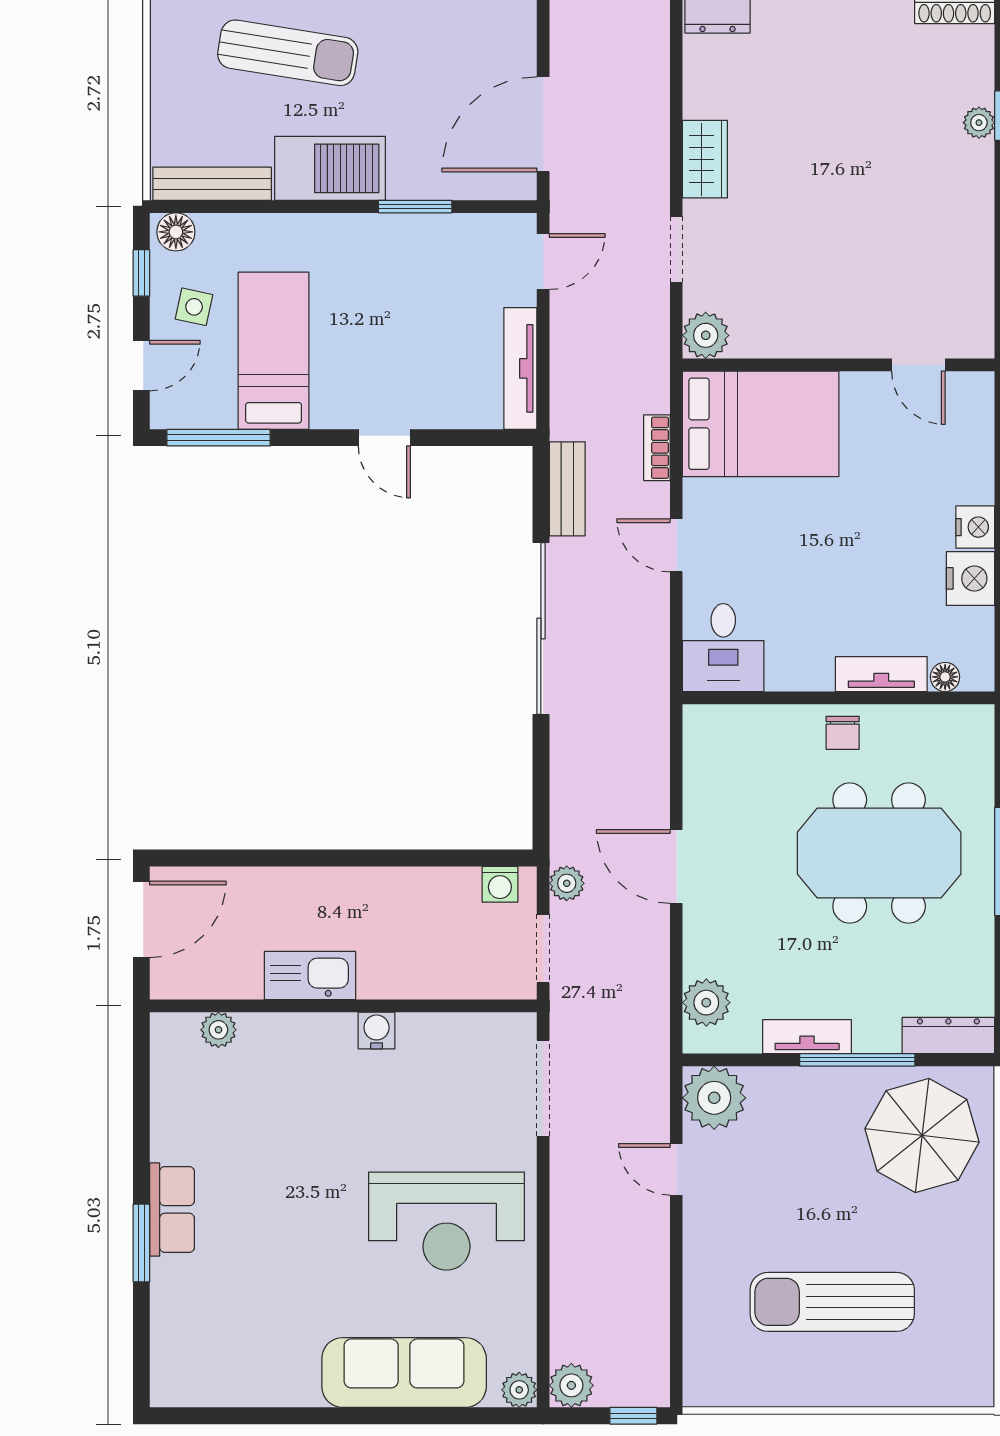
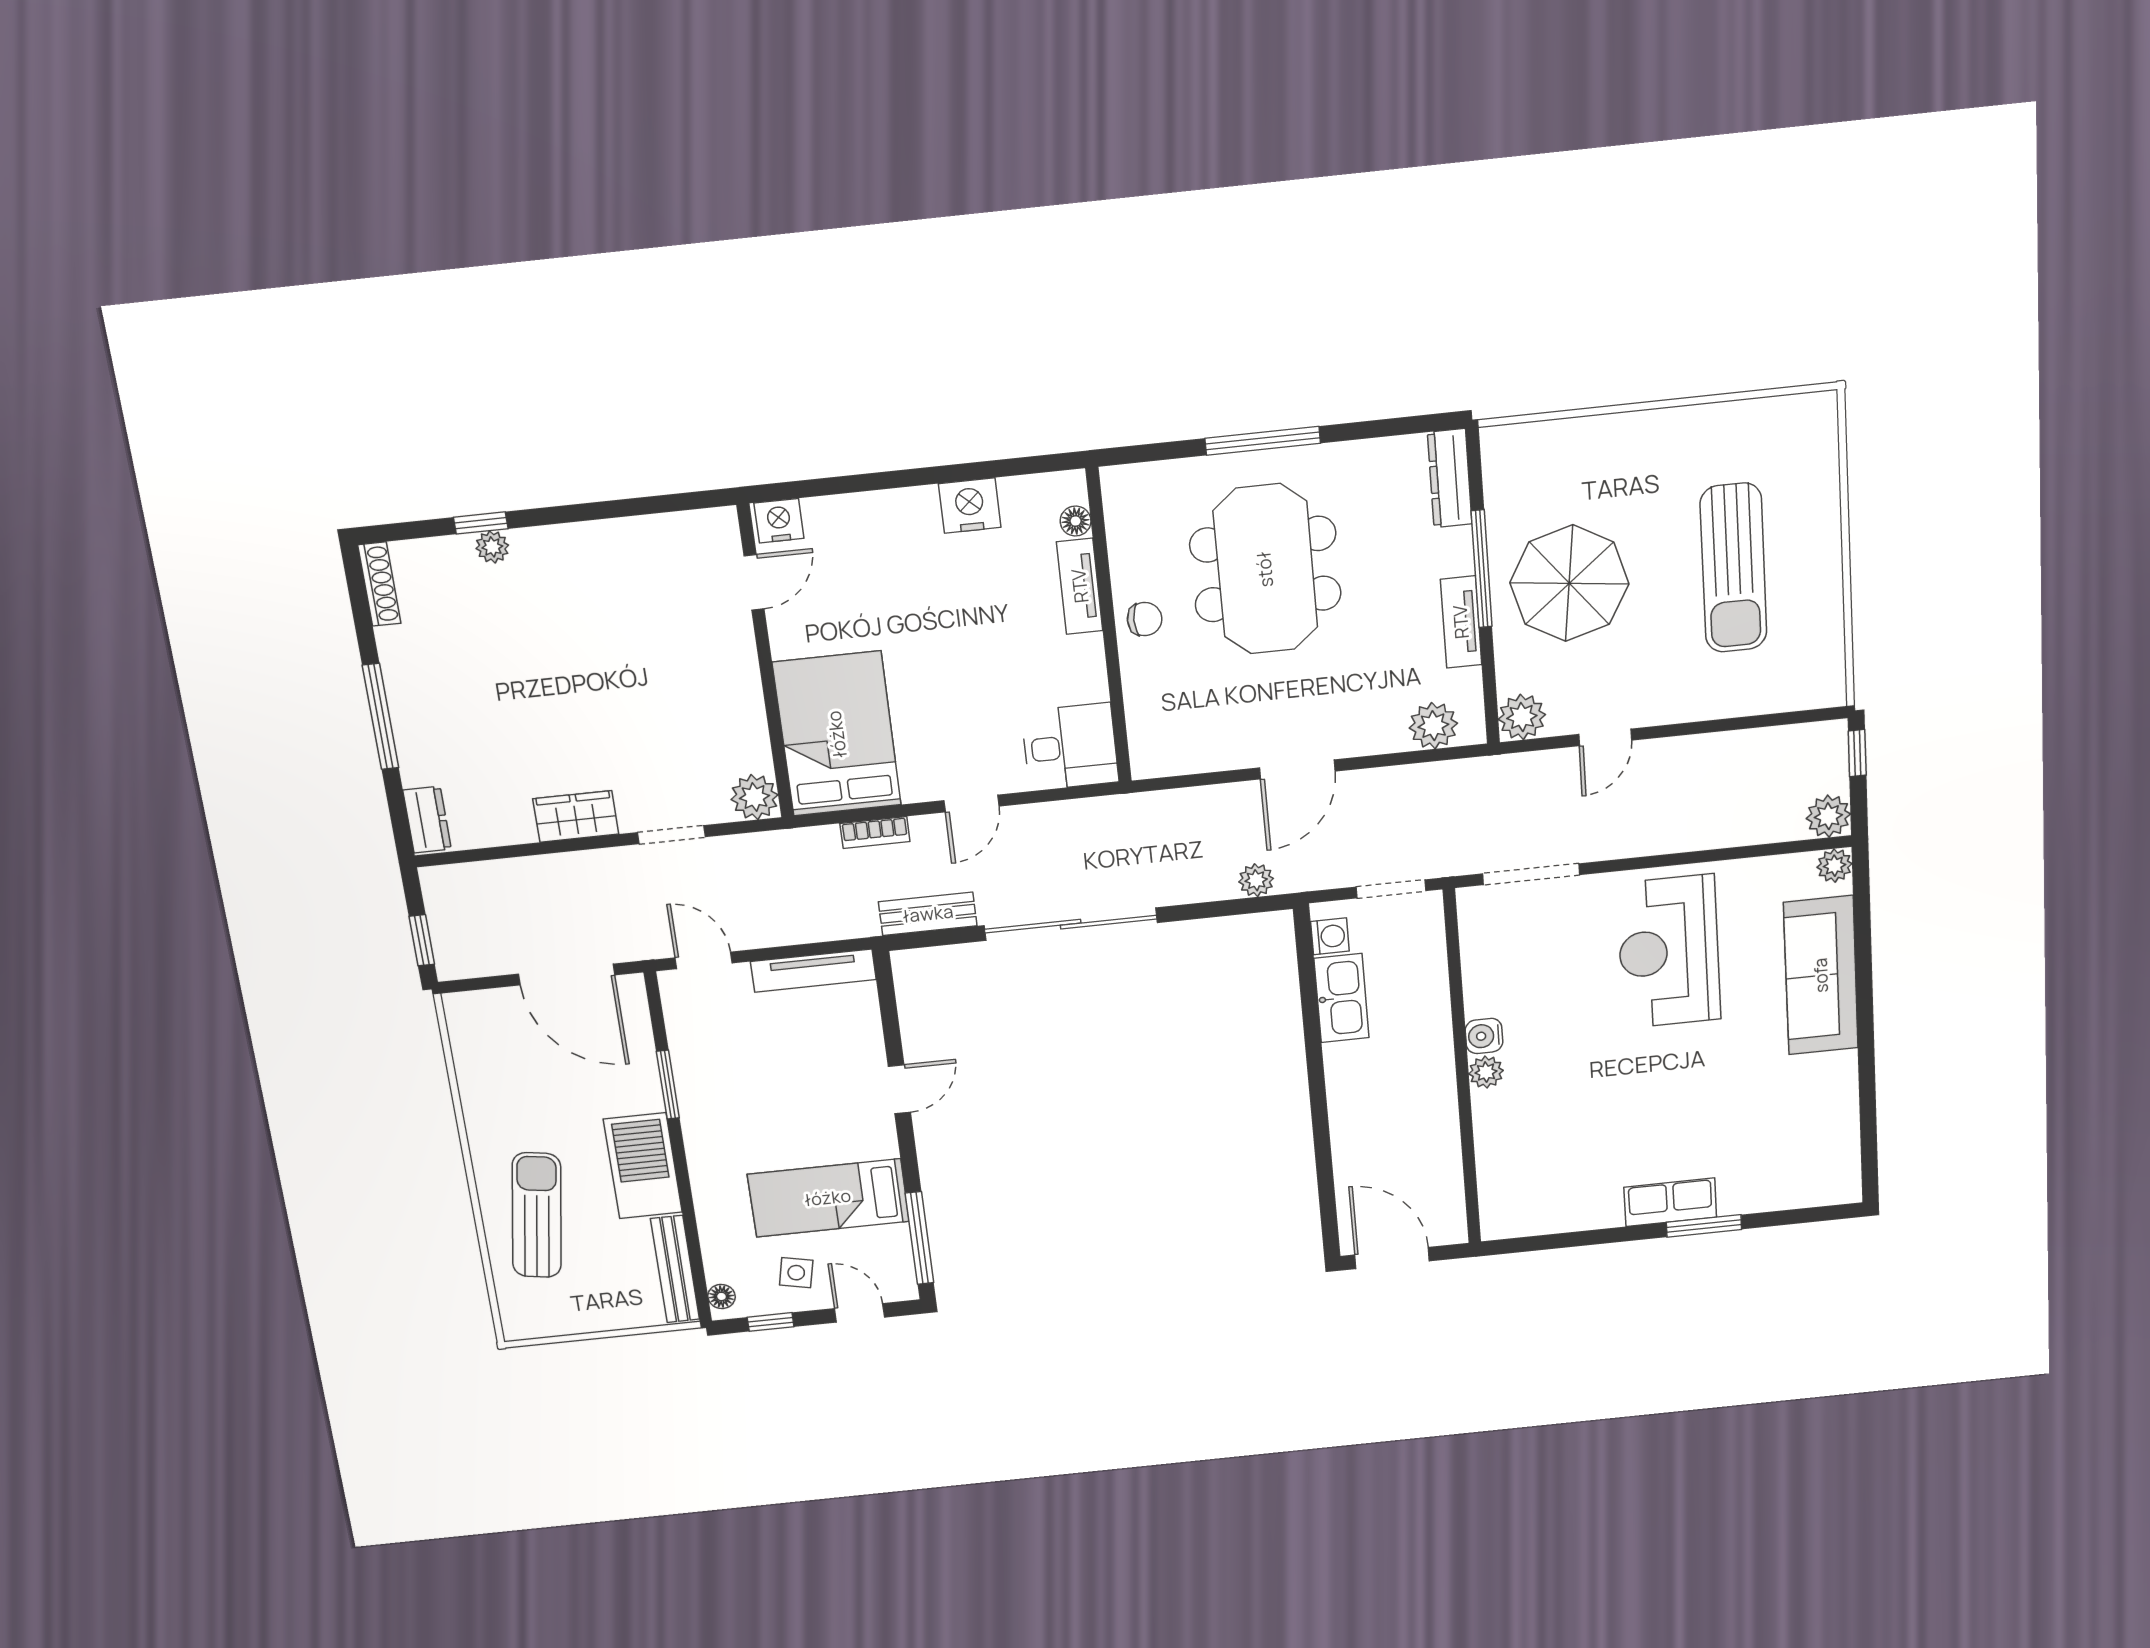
floor lamp: (176, 232) -> (721, 1296), width x0.73, depth x0.73
nightstand: (975, 527) -> (779, 521), moved
plant: (567, 883) -> (1256, 880), moved
kitchen sink: (310, 976) -> (1341, 998), moved, turned 180
plant: (218, 1030) -> (1486, 1072), moved
plant: (714, 1098) -> (1522, 717), width x0.73, depth x0.73
parasol: (922, 1135) -> (1569, 583), moved
reception desk: (446, 1221) -> (1669, 952), turned 180

